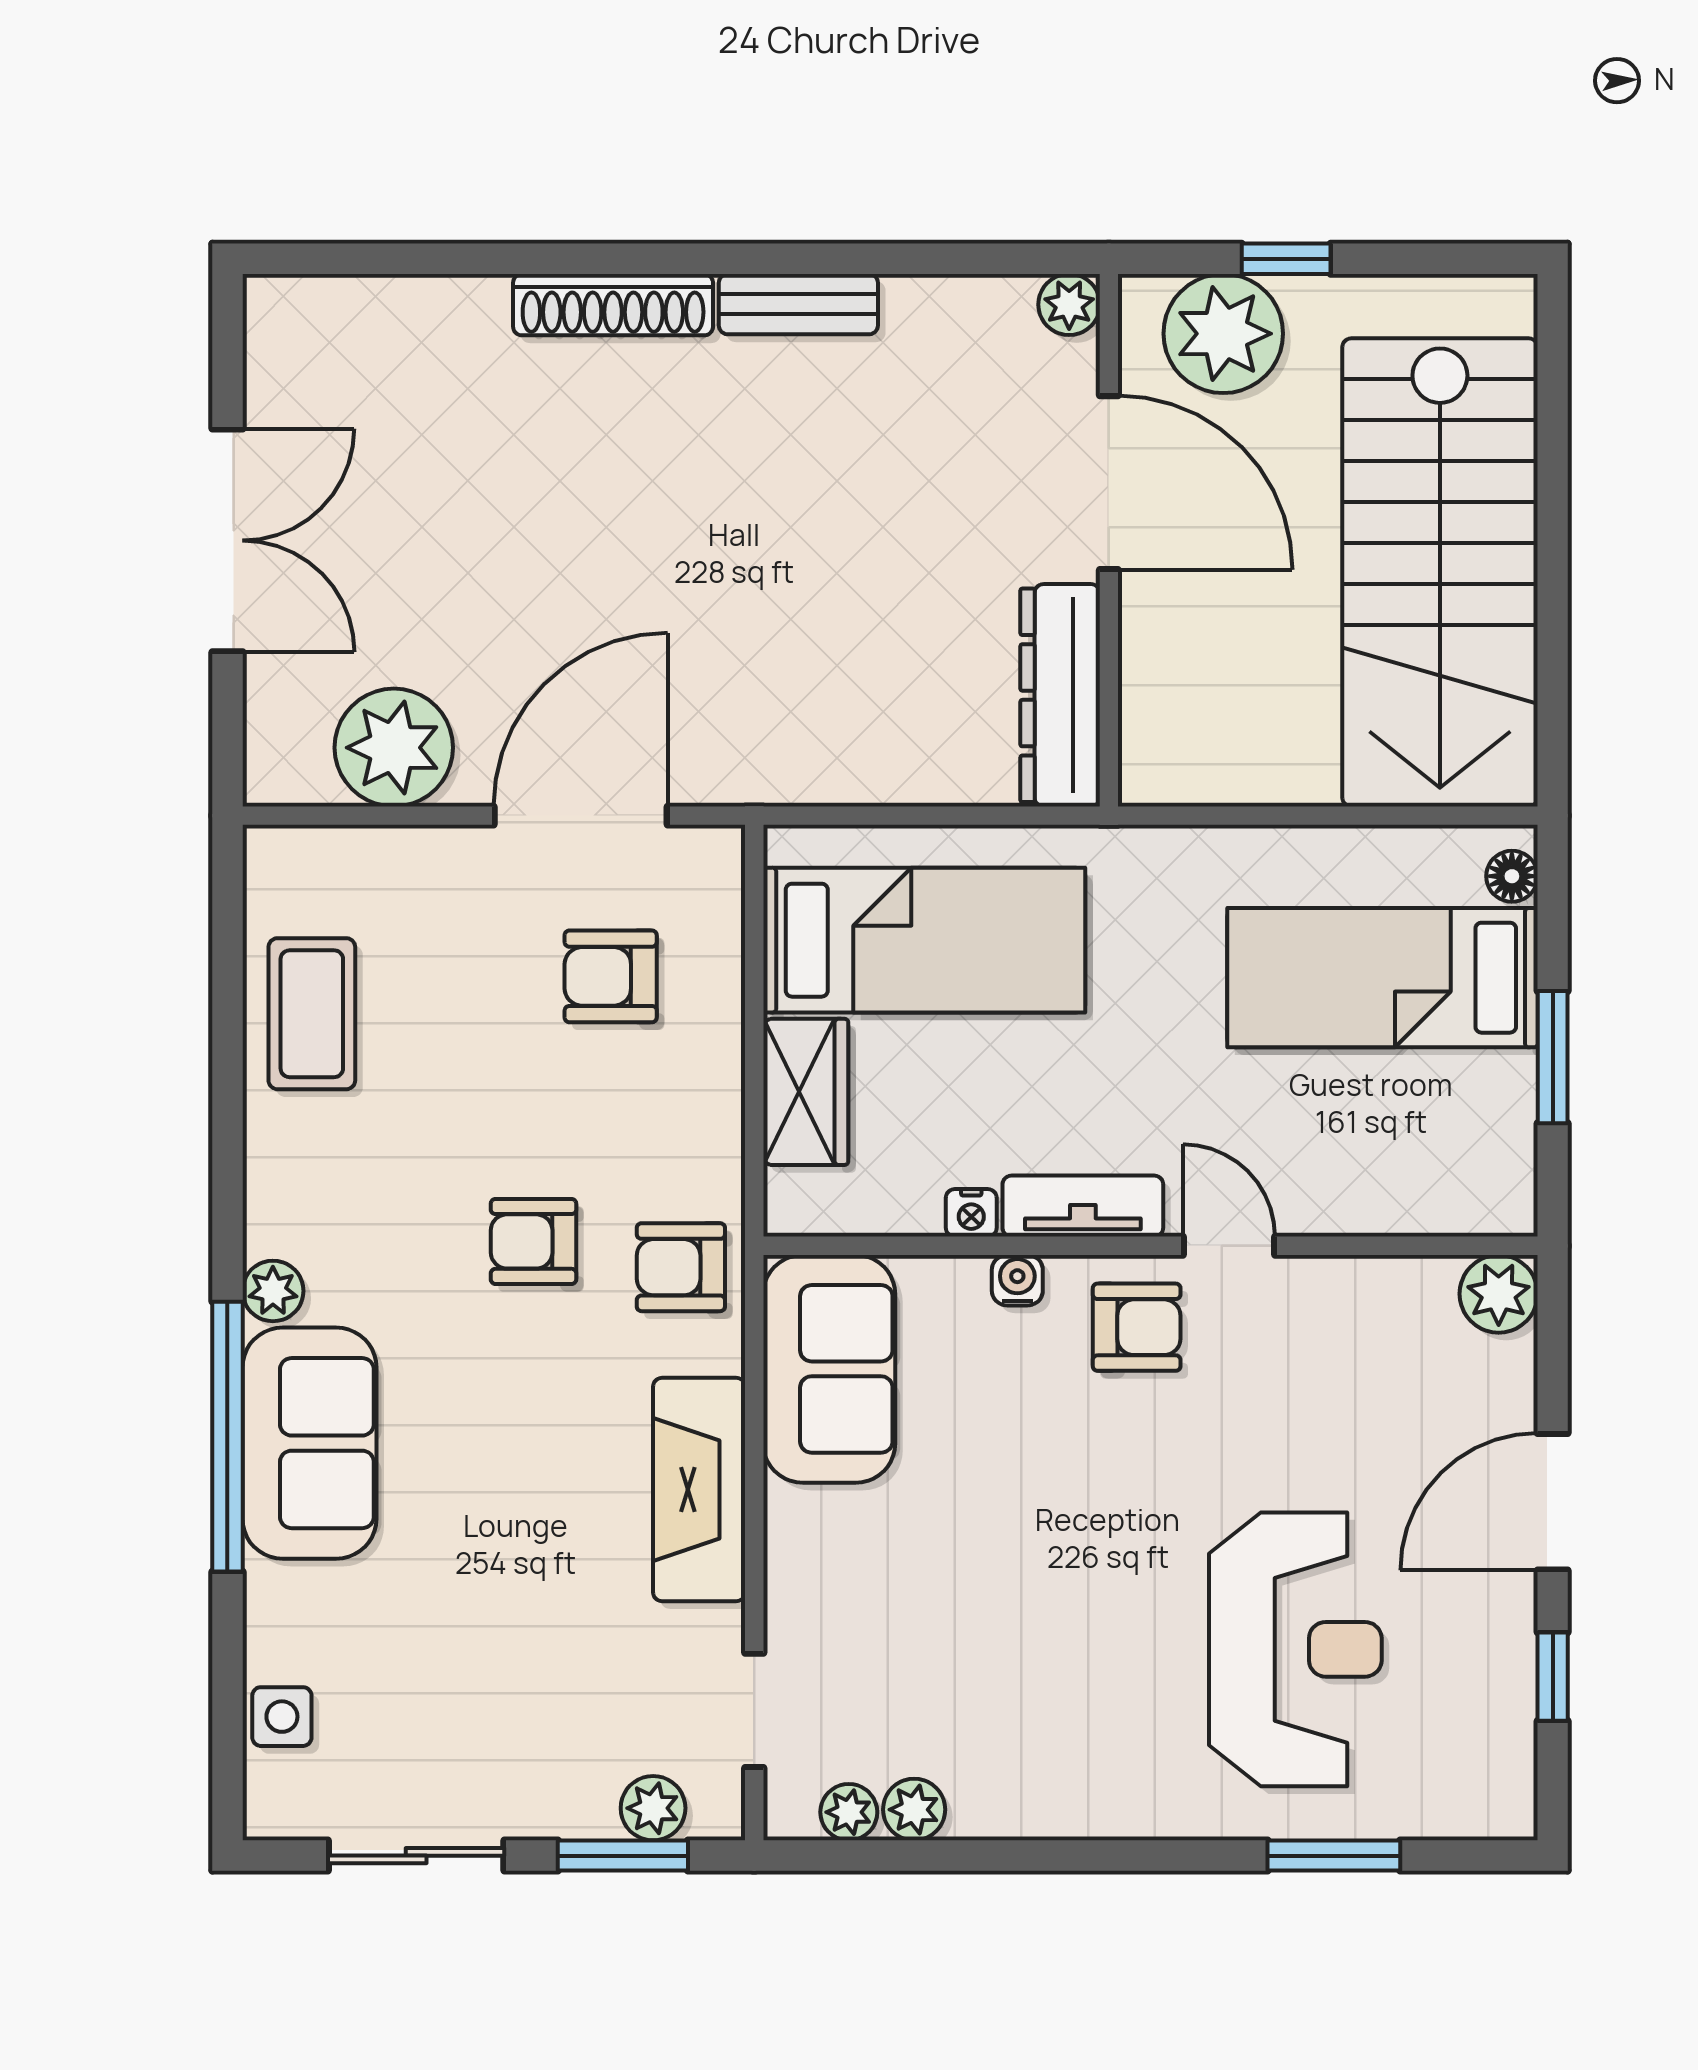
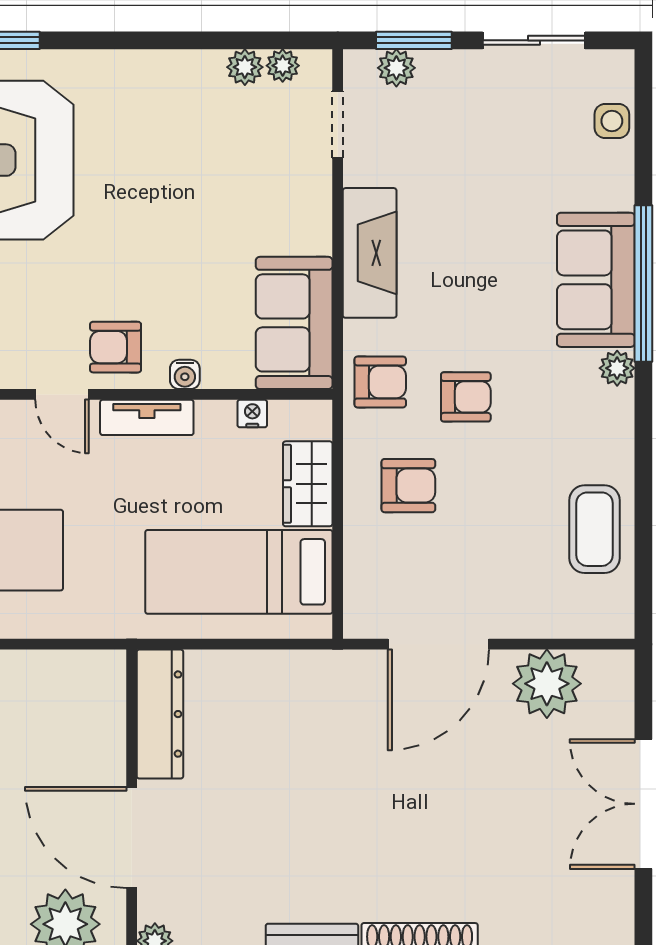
armchair: (611, 976) -> (408, 486), moved
nightstand: (971, 1213) -> (252, 414), moved

